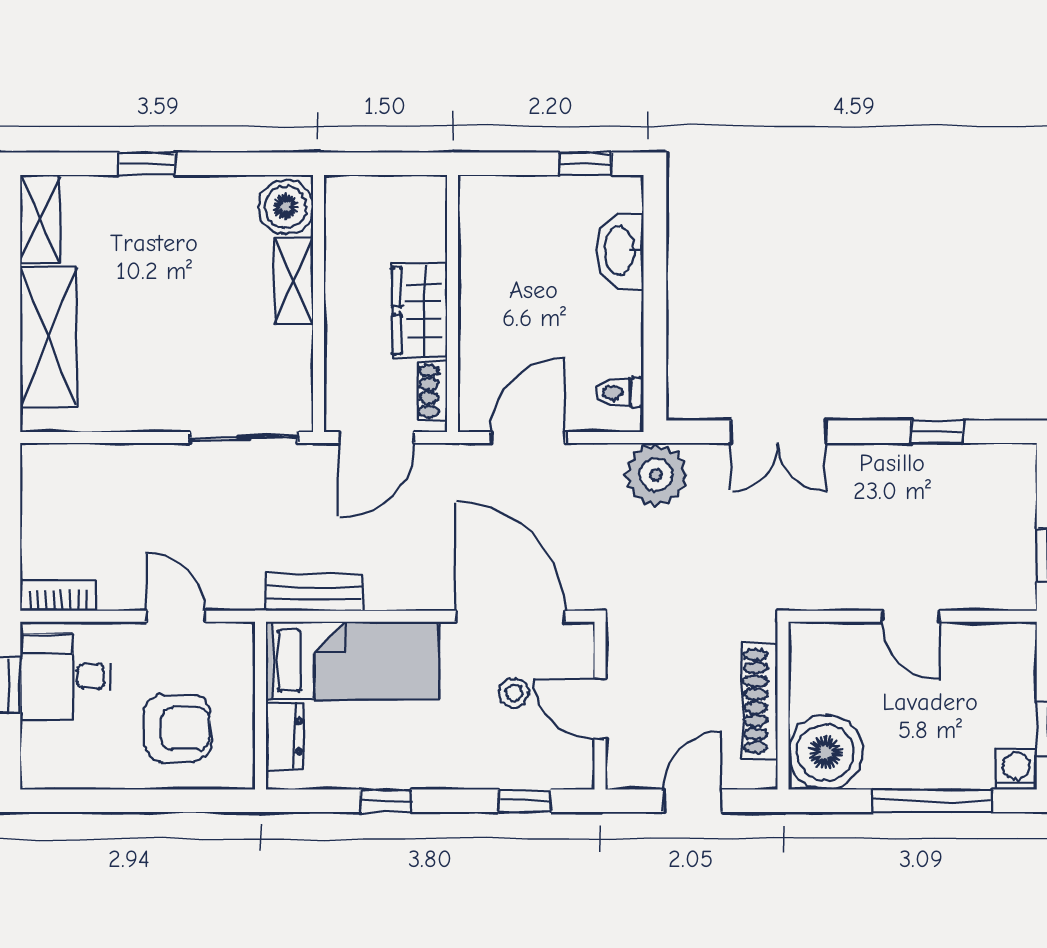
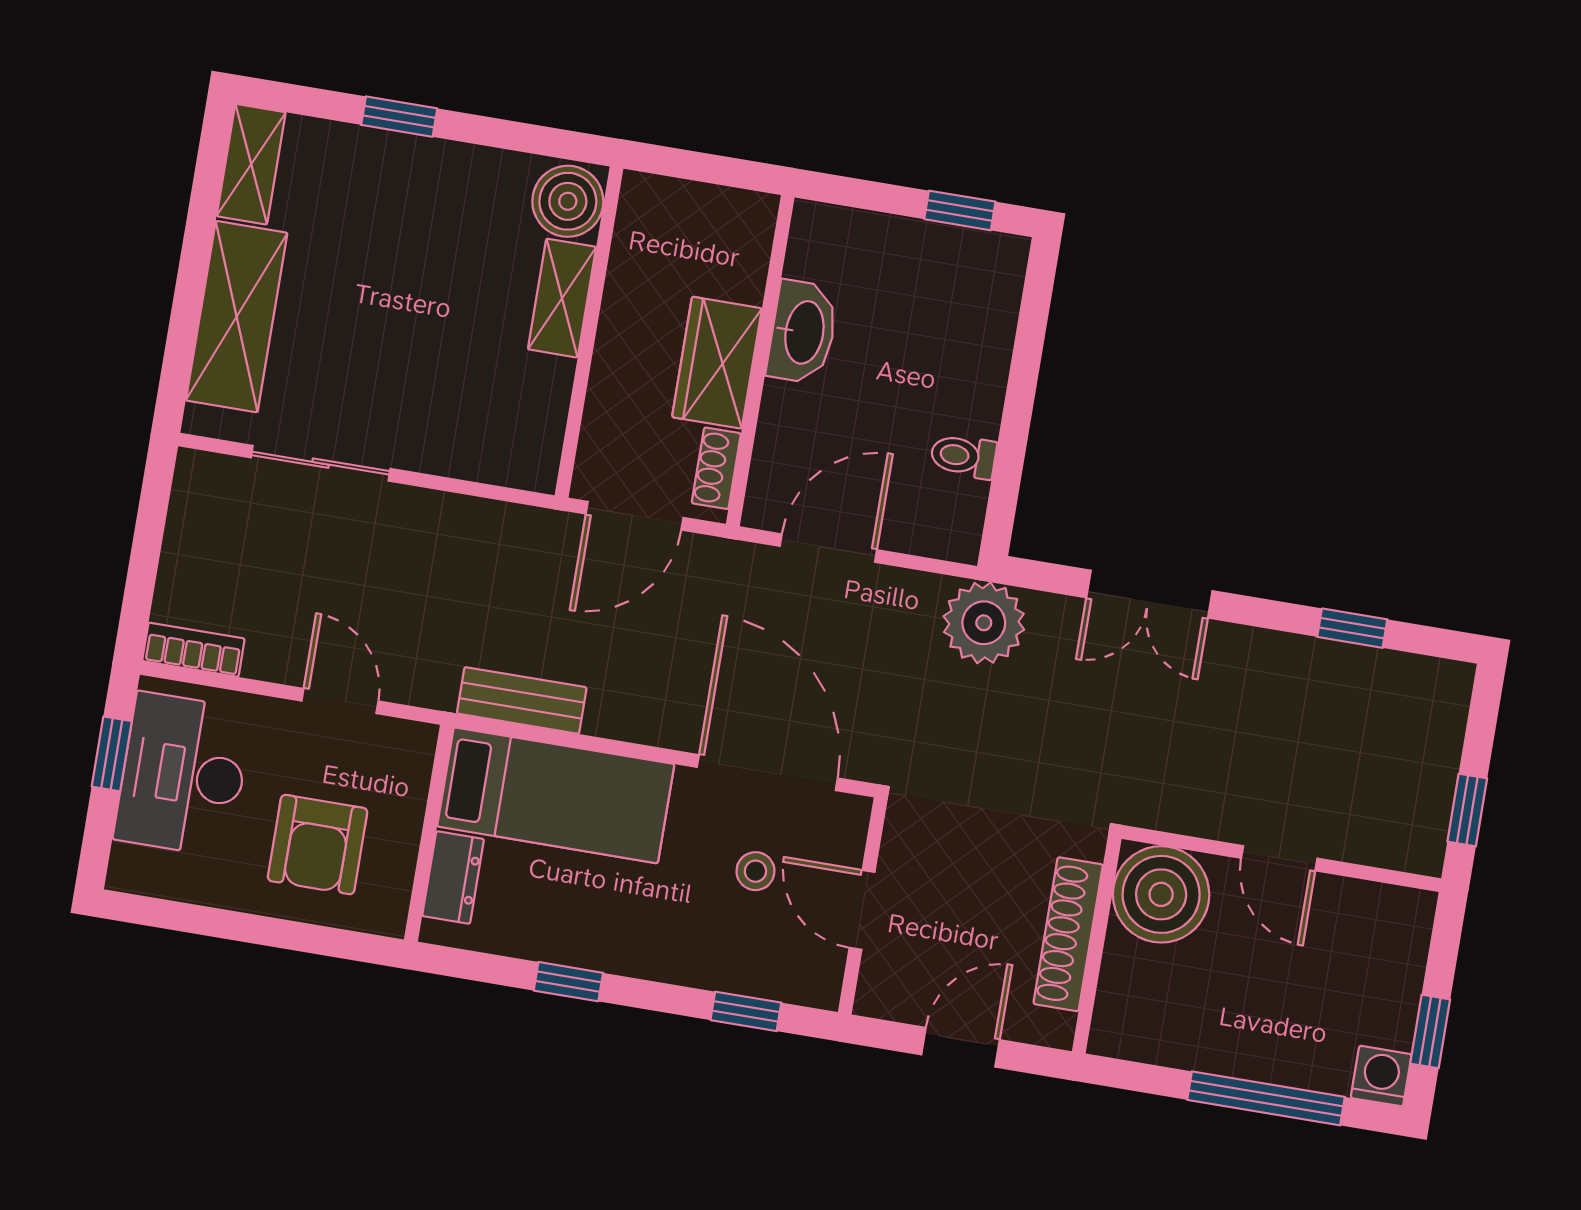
washbasin: (620, 251) -> (803, 332), moved, turned 180
toilet: (619, 393) -> (963, 456), moved
sliding door: (244, 438) -> (321, 463), moved
desk: (66, 676) -> (183, 774), width x1.37
armchair: (177, 728) -> (318, 845), turned 90
boiler: (826, 752) -> (1161, 894), moved

